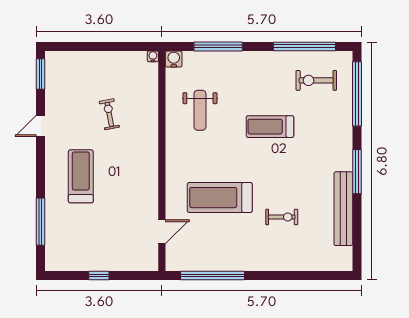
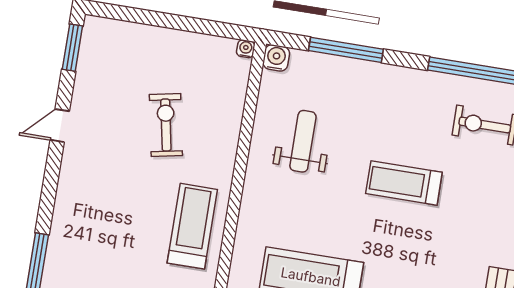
weight bench: (200, 110) -> (303, 141), turned 180
exercise bike: (109, 114) -> (166, 125), width x1.38, depth x1.39
treadmill: (81, 176) -> (192, 226), moved

